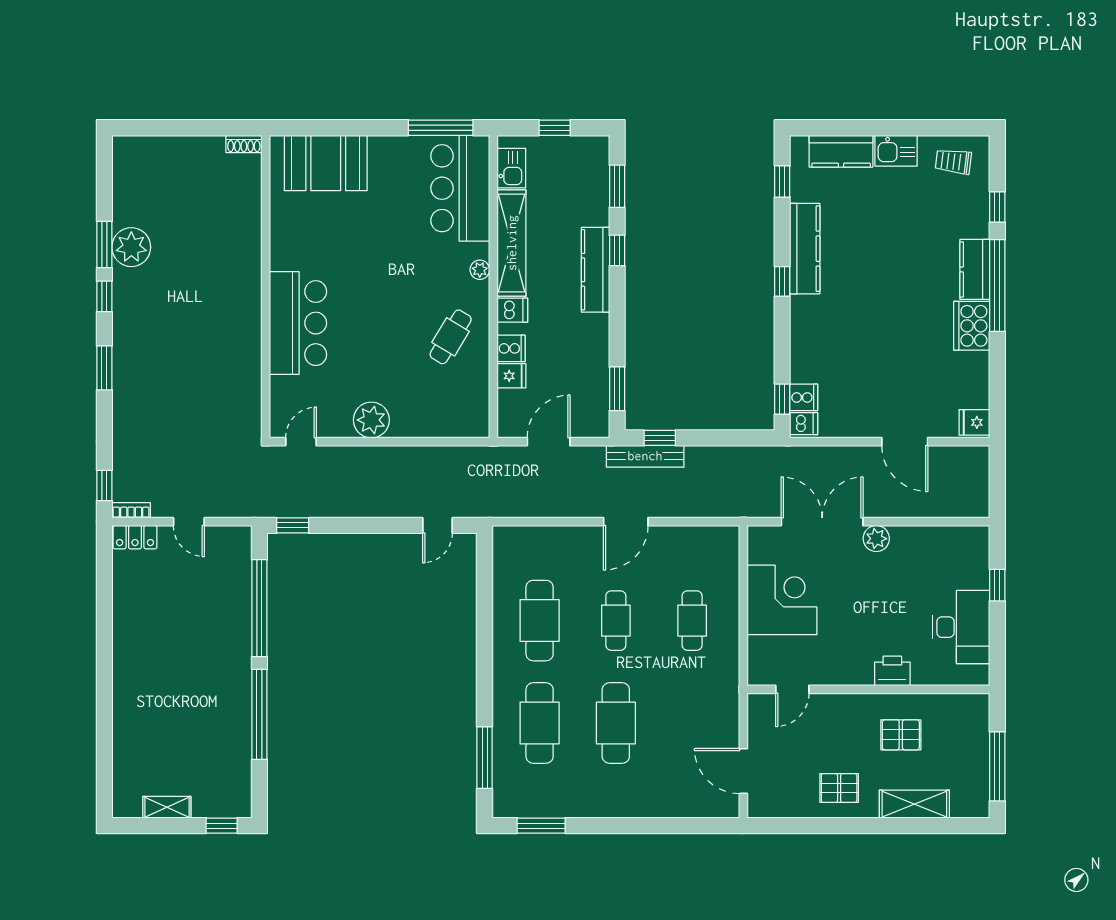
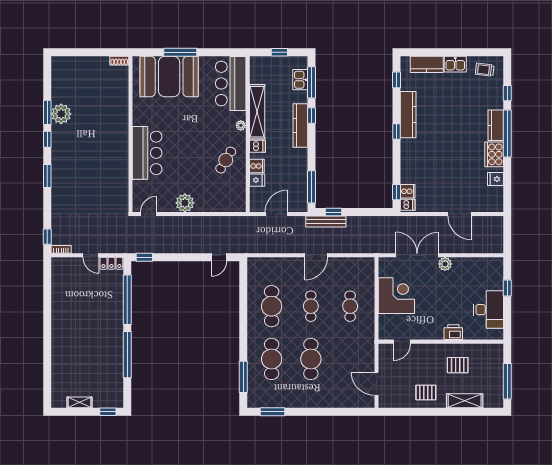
window: (441, 128) -> (180, 52), moved
booth: (326, 163) -> (169, 77), width x1.36, depth x1.42
kitchen sink: (511, 168) -> (300, 80), moved, turned 180
window: (617, 186) -> (311, 82), width x1.44
window: (617, 389) -> (311, 187), width x1.44
fridge: (974, 422) -> (496, 179), moved
locker: (135, 537) -> (111, 263), moved

